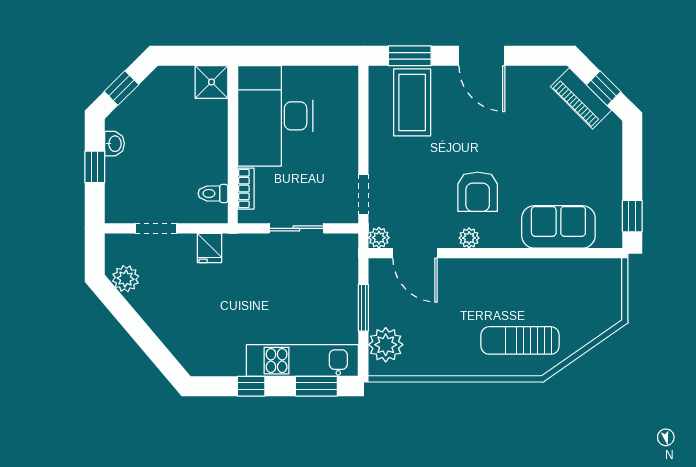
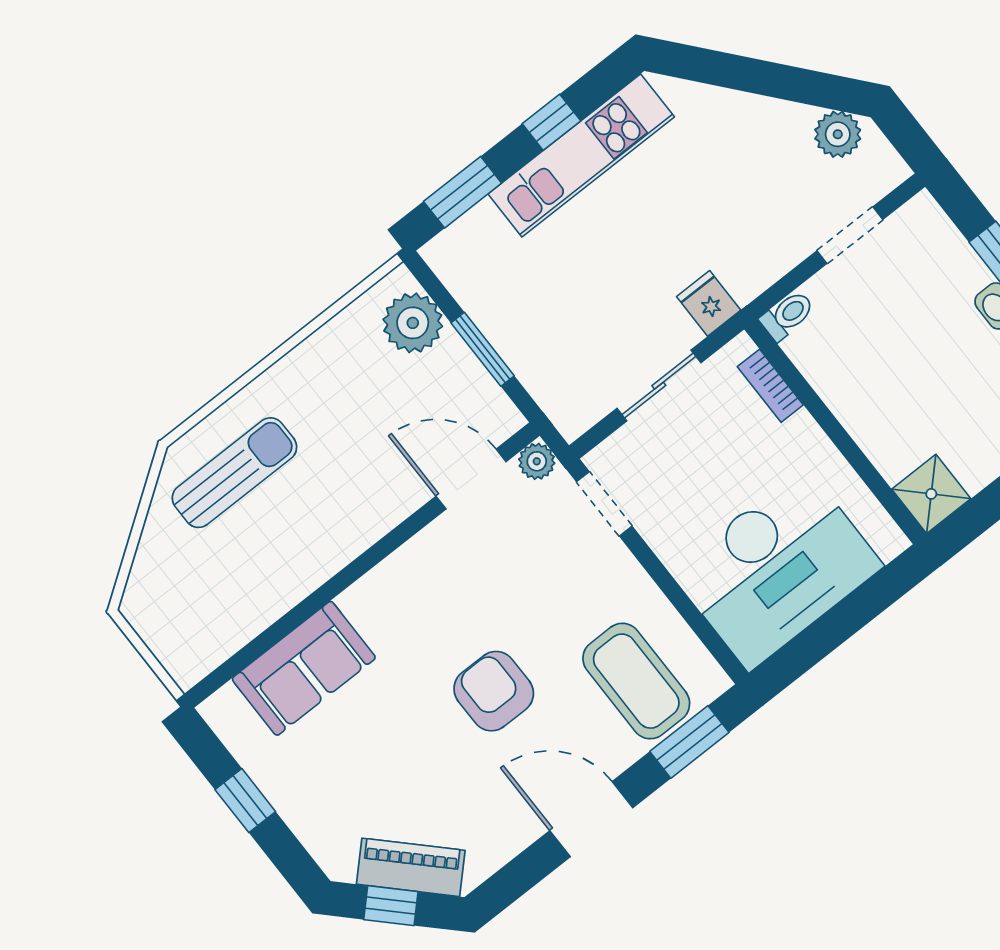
desk: (275, 116) -> (777, 569), moved, turned 90
armchair: (478, 192) -> (494, 691), moved
toilet: (213, 193) -> (787, 315), moved
window: (632, 216) -> (245, 801), moved
plant: (469, 238) -> (414, 558), removed
fridge: (209, 248) -> (709, 303), moved
kitchen unit: (302, 361) -> (581, 155), moved

